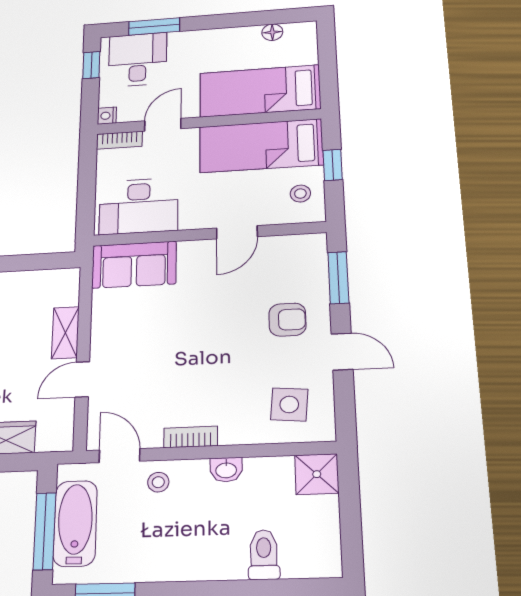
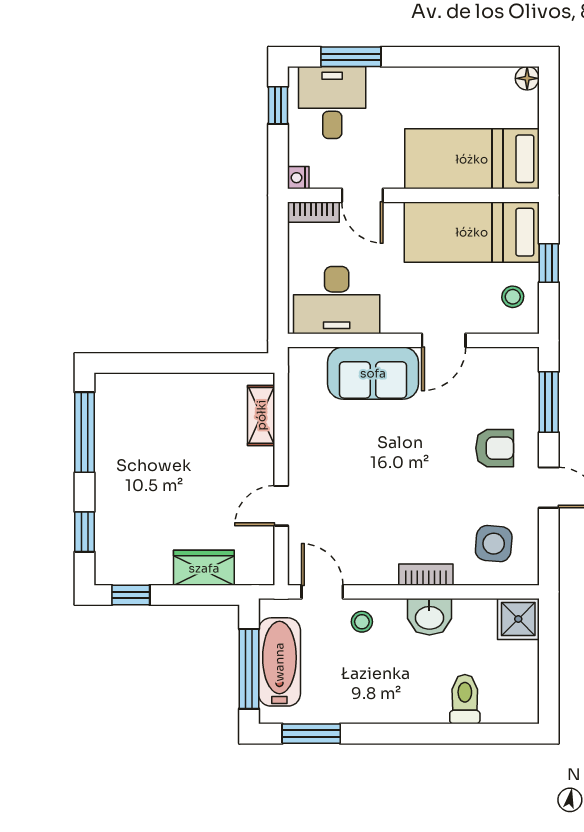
floor lamp: (272, 32) -> (527, 78), moved
door: (163, 125) -> (362, 195), swing flipped
sofa: (134, 265) -> (373, 373), moved
shelving: (65, 333) -> (261, 415), moved
bookcase: (191, 437) -> (426, 575), moved
washbasin: (226, 470) -> (429, 617), width x1.38, depth x1.45

